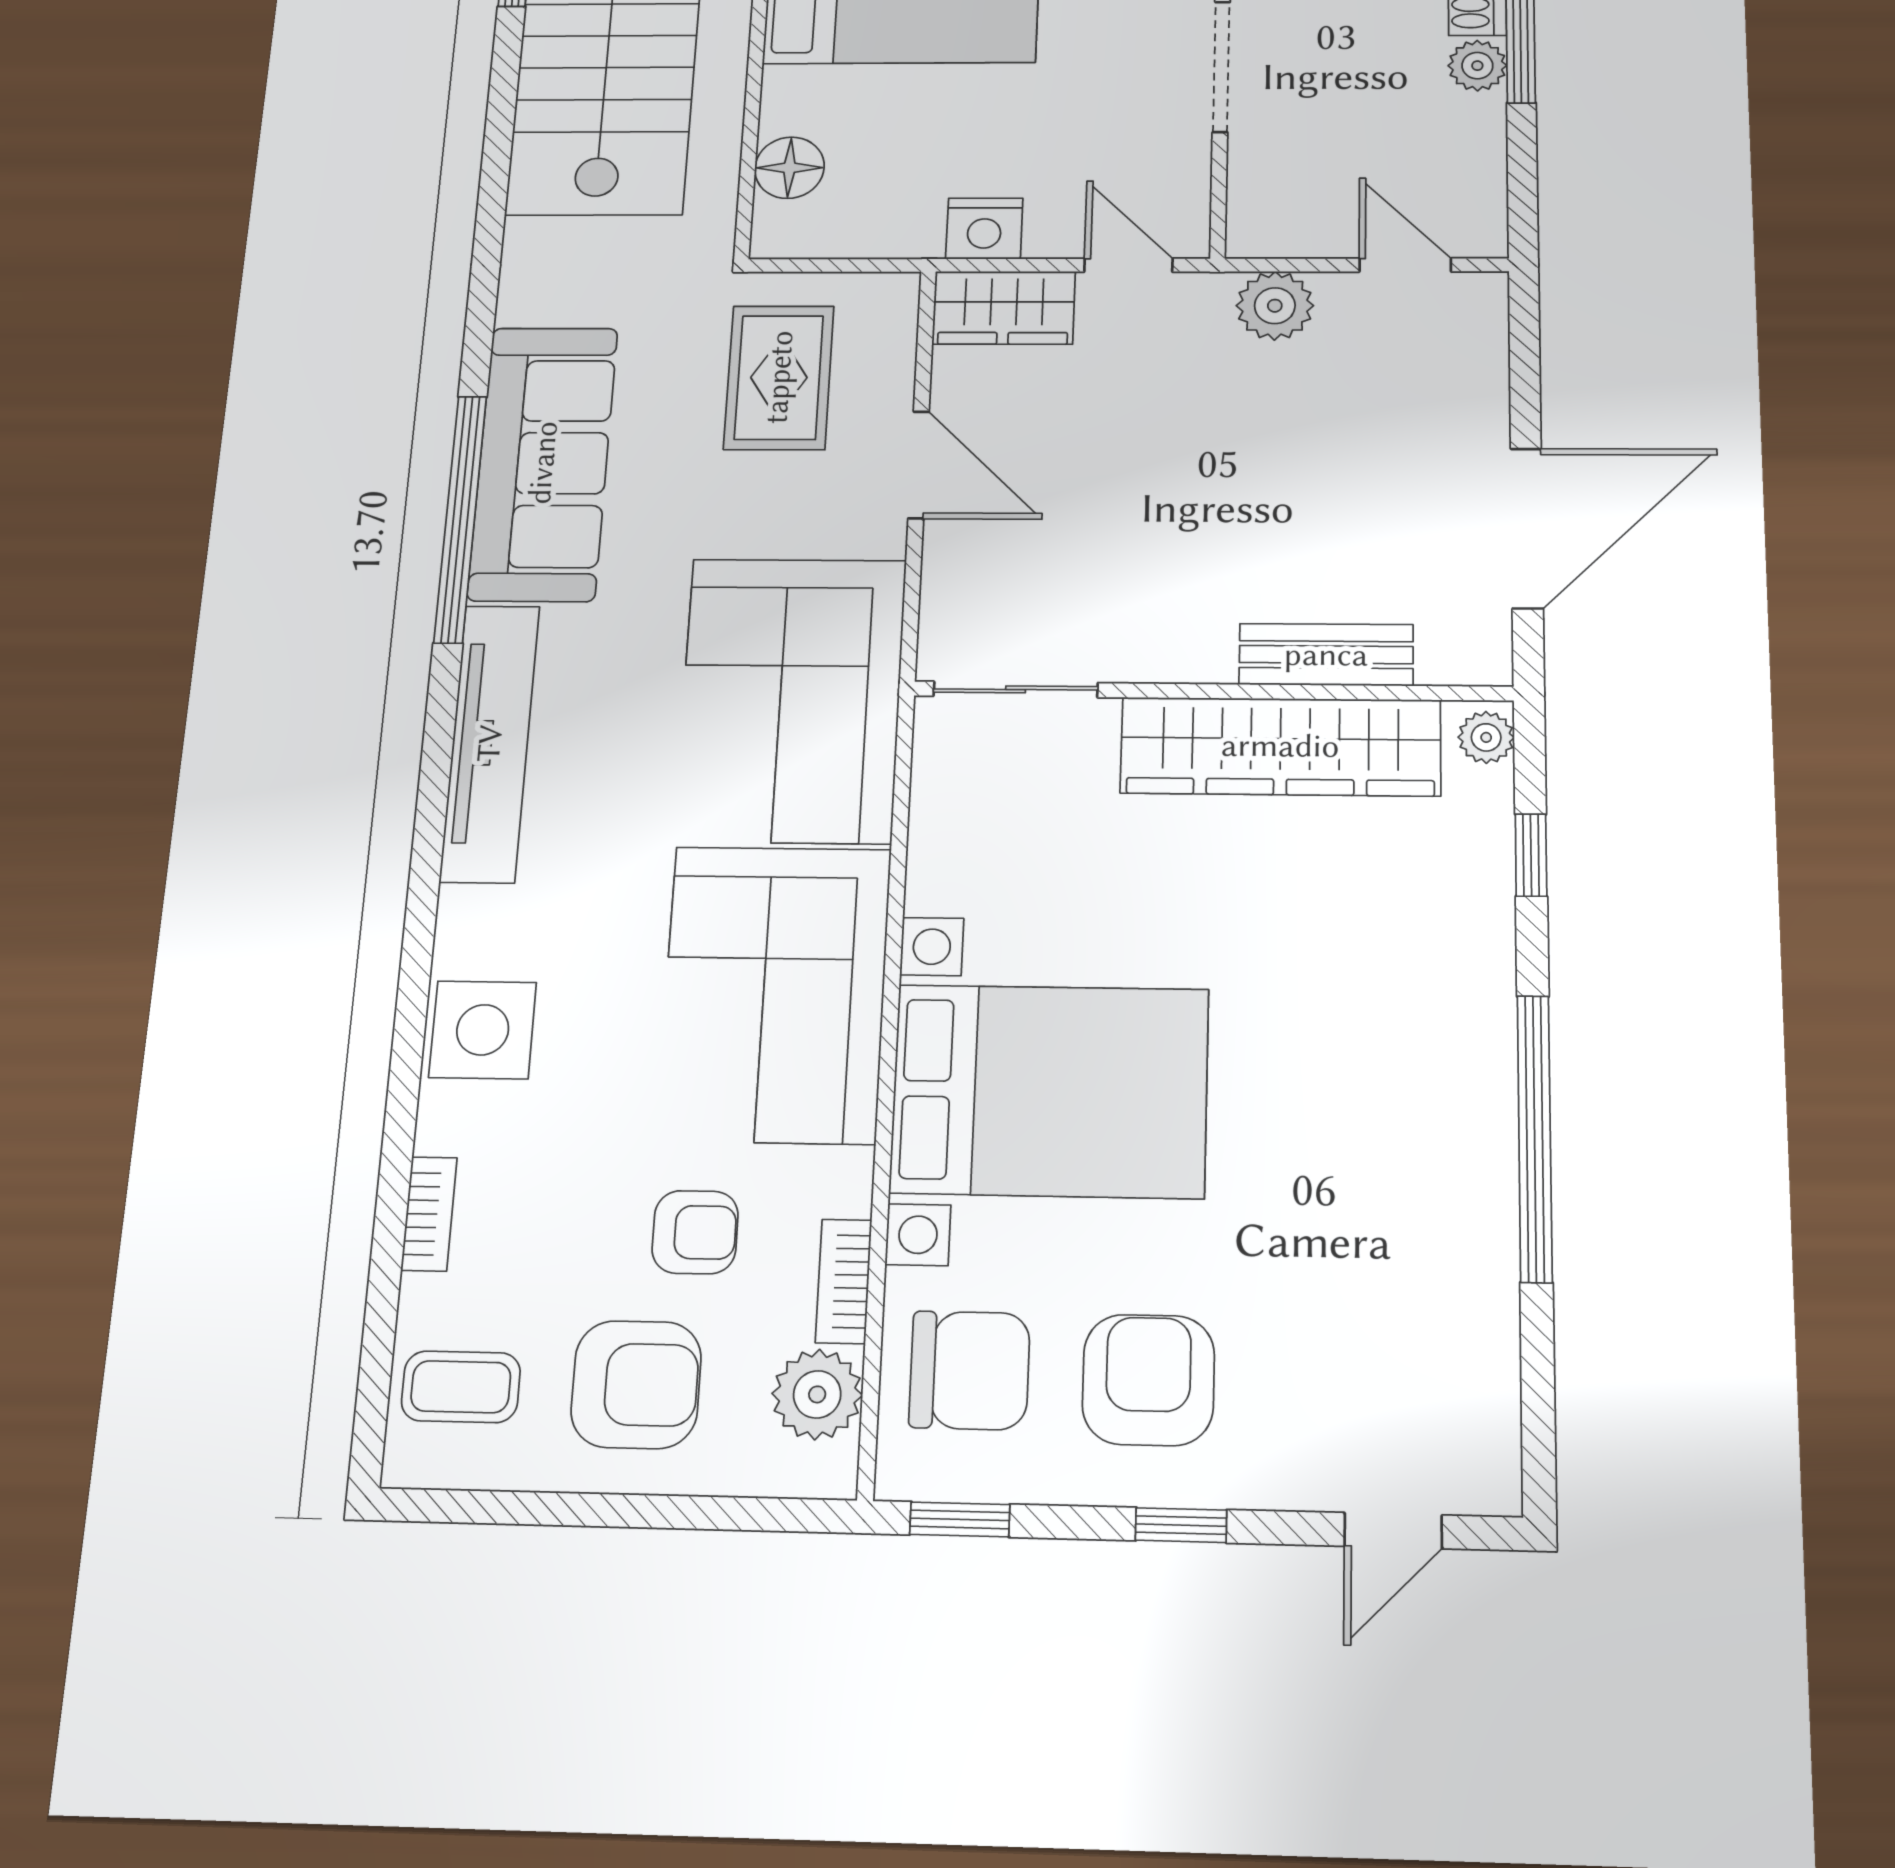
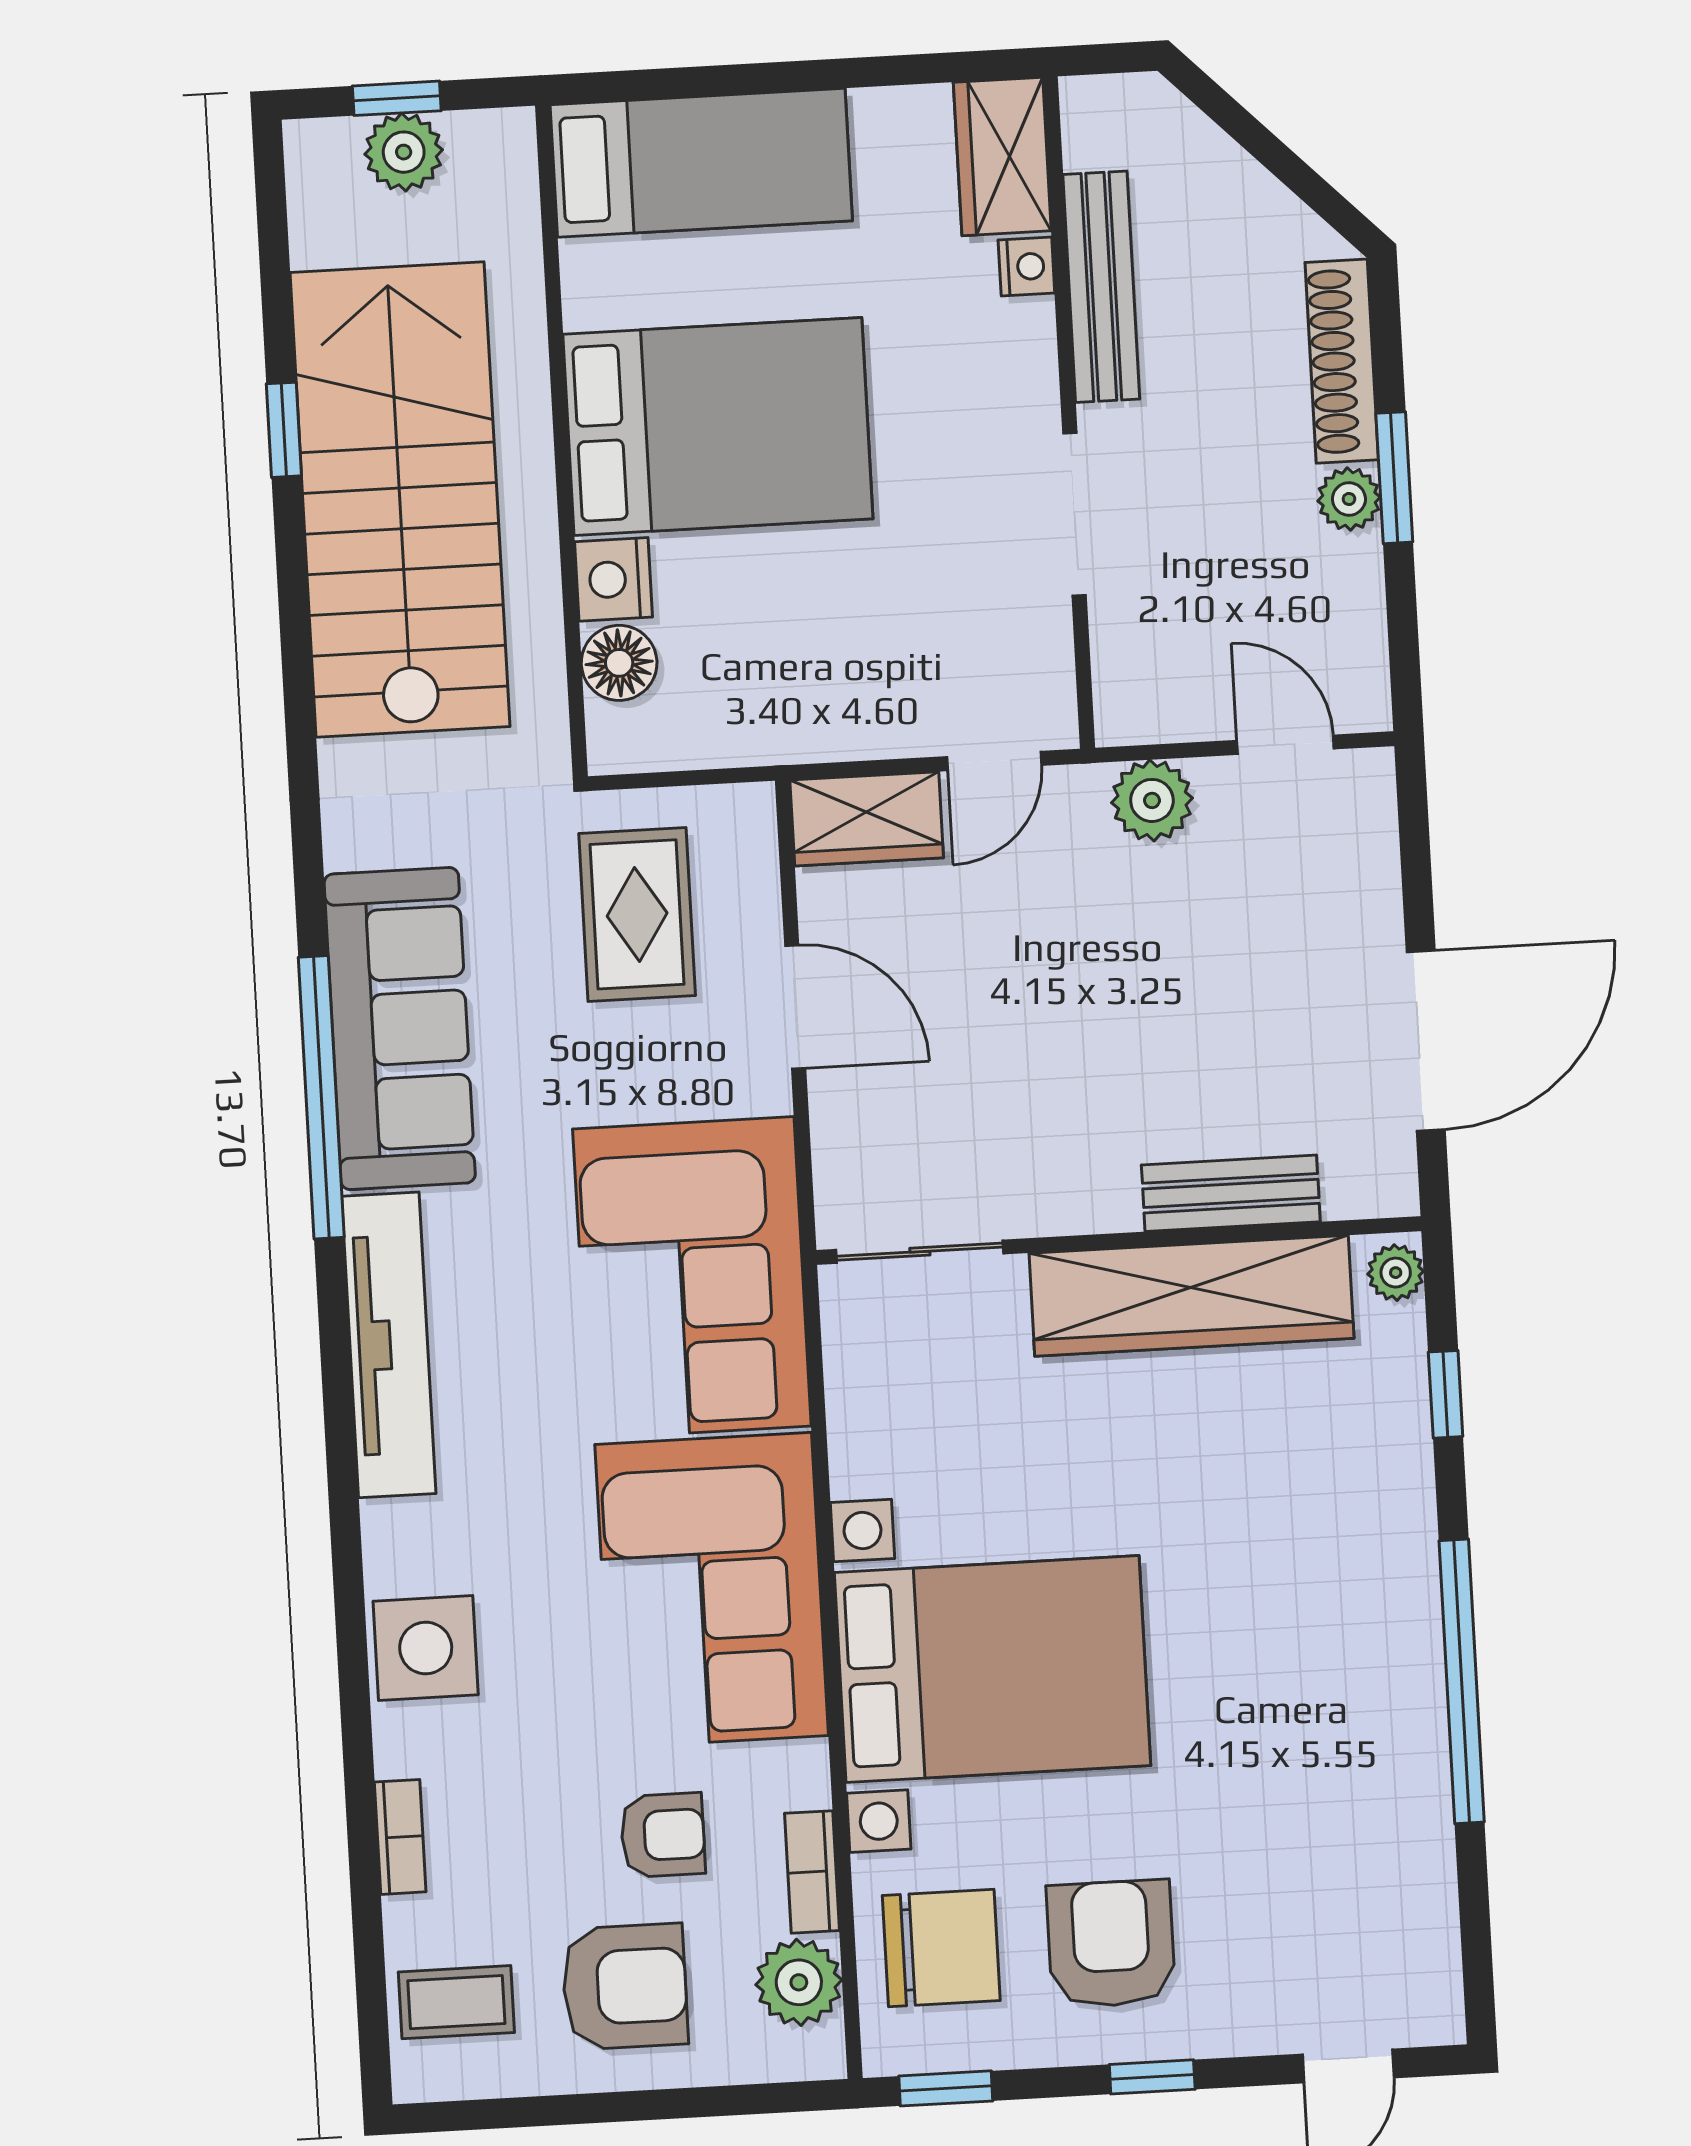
nightstand: (984, 229) -> (613, 579), moved, turned 90
door: (1128, 265) -> (994, 761), swing flipped

